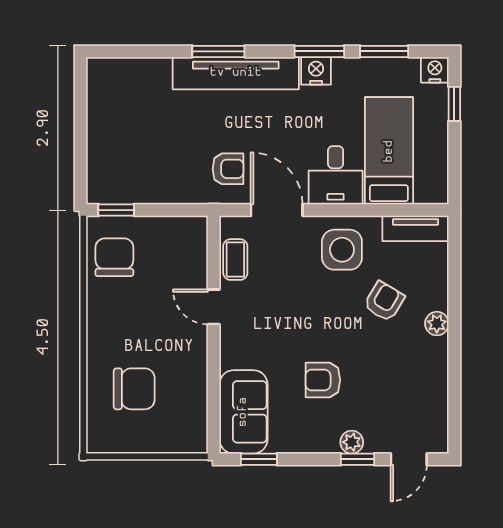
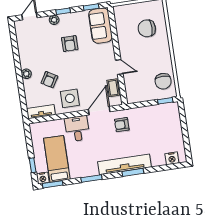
window: (384, 51) -> (53, 184), moved
nightstand: (316, 71) -> (172, 158), moved
bed: (389, 151) -> (57, 159), moved, turned 180
door: (277, 210) -> (99, 111), swing flipped
armchair: (323, 380) -> (70, 44), turned 90
window: (358, 459) -> (63, 11), moved

